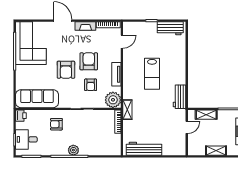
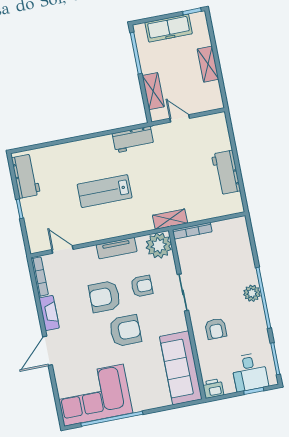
lab bench: (152, 74) -> (105, 191), turned 180
workbench: (144, 149) -> (226, 172), width x0.73

